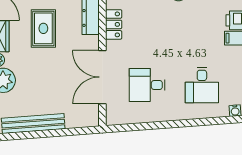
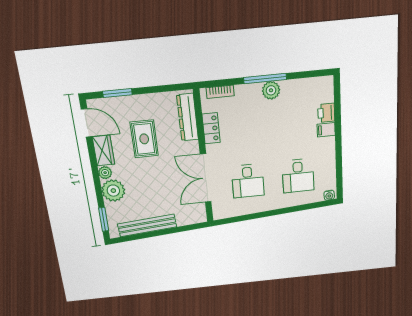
desk: (147, 85) -> (248, 181), turned -90

